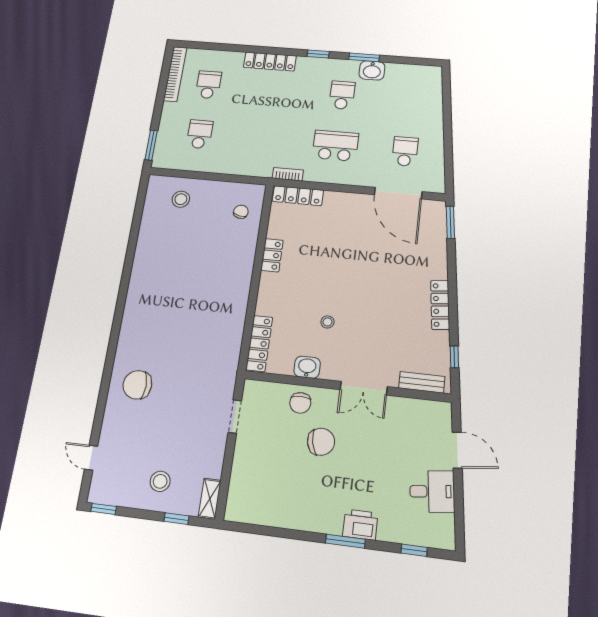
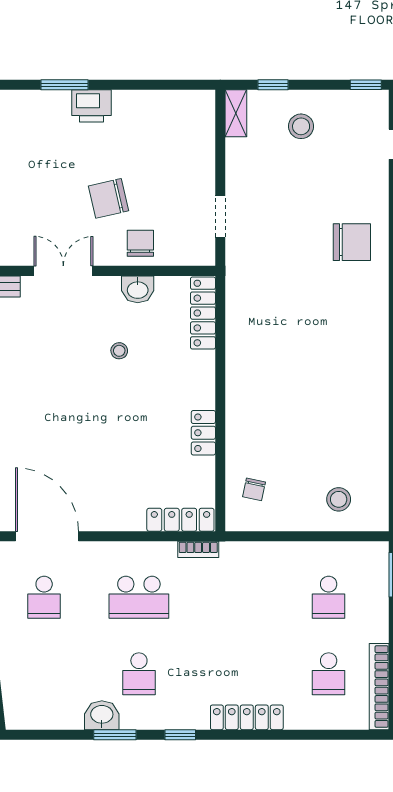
printer: (360, 525) -> (91, 106), moved

